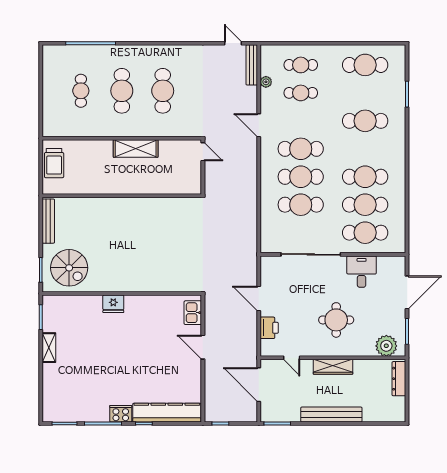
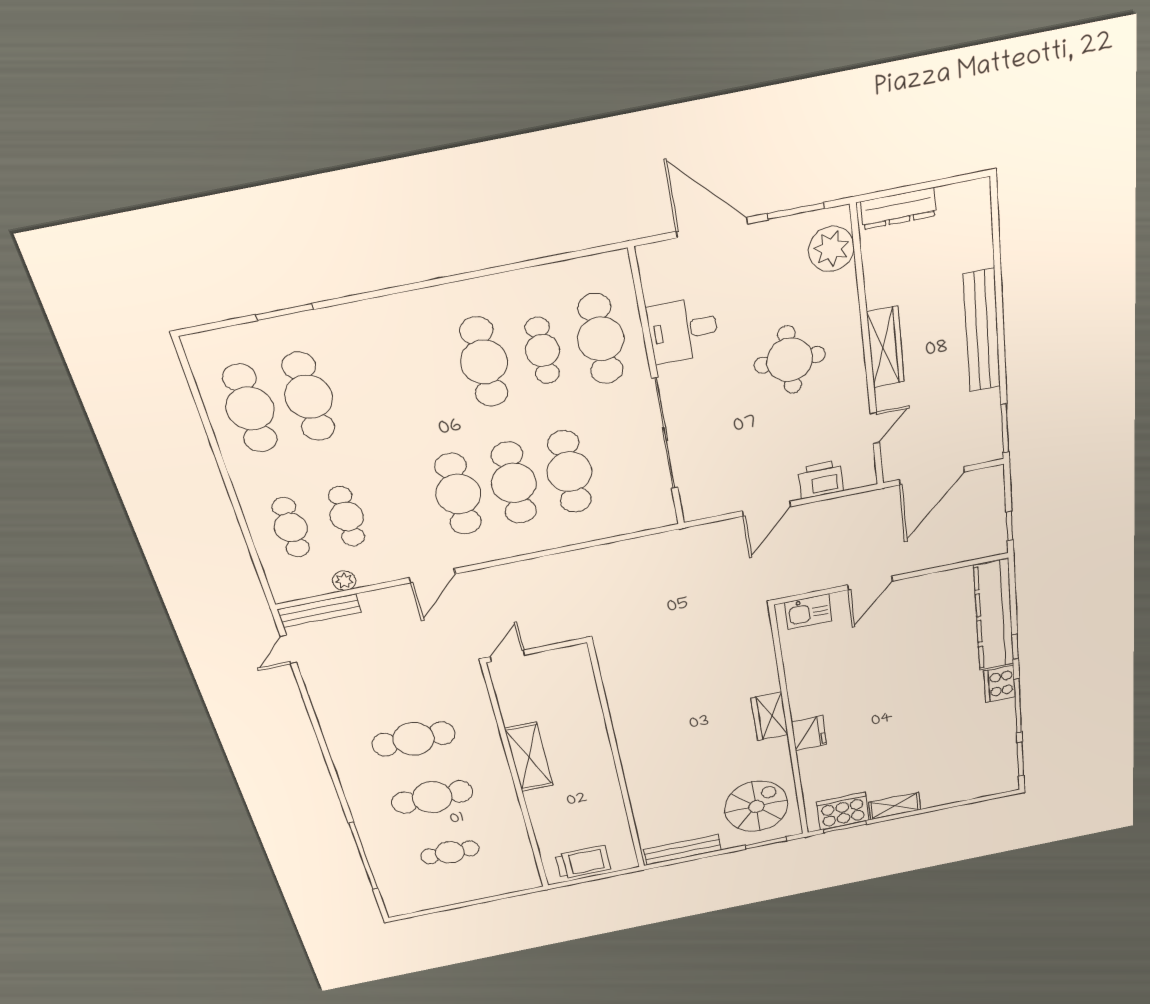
cafe table: (365, 121) -> (309, 397), moved
cafe table: (365, 205) -> (542, 350), width x0.73, depth x0.74
wardrobe: (130, 284) -> (770, 716), added
cooker: (53, 317) -> (843, 811), added

